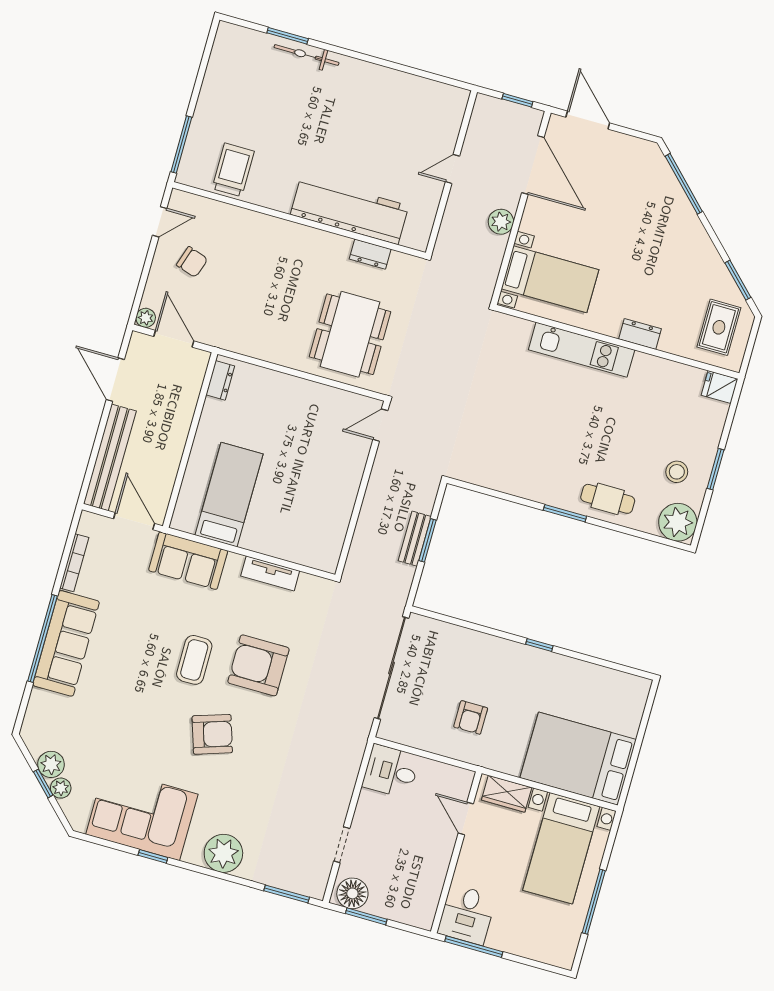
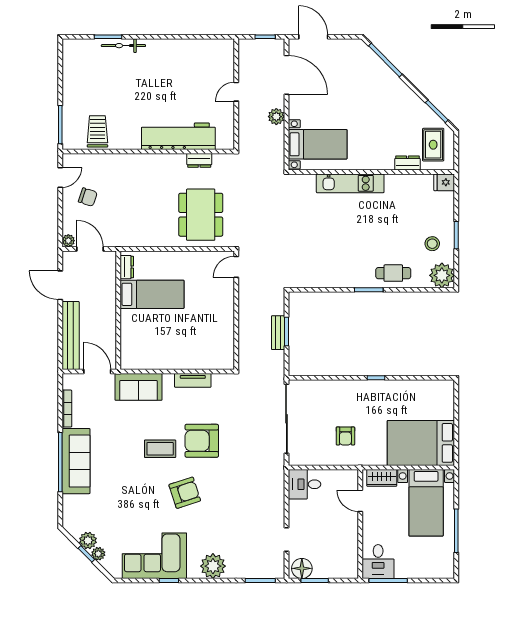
dresser: (640, 334) -> (407, 163), moved
bed: (229, 495) -> (152, 294), moved, turned 90
coffee table: (194, 660) -> (160, 449), turned 90

